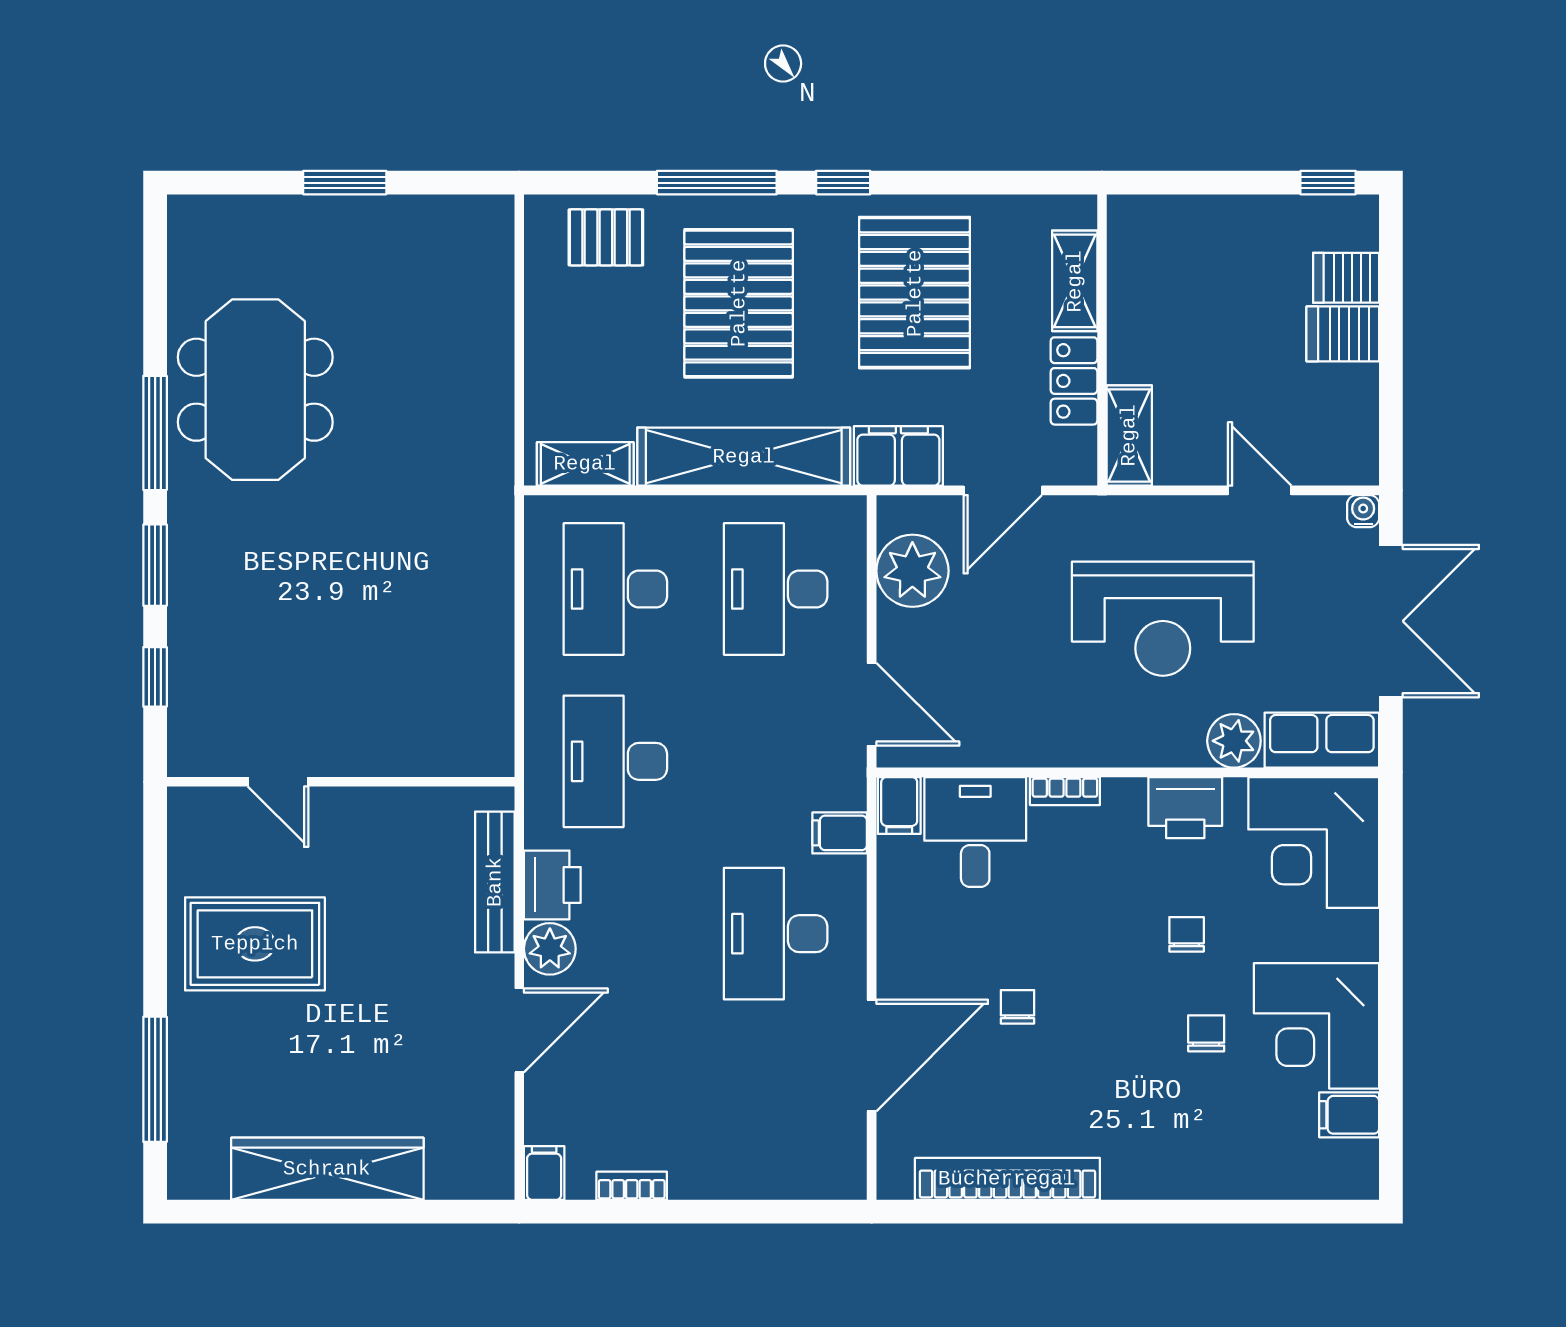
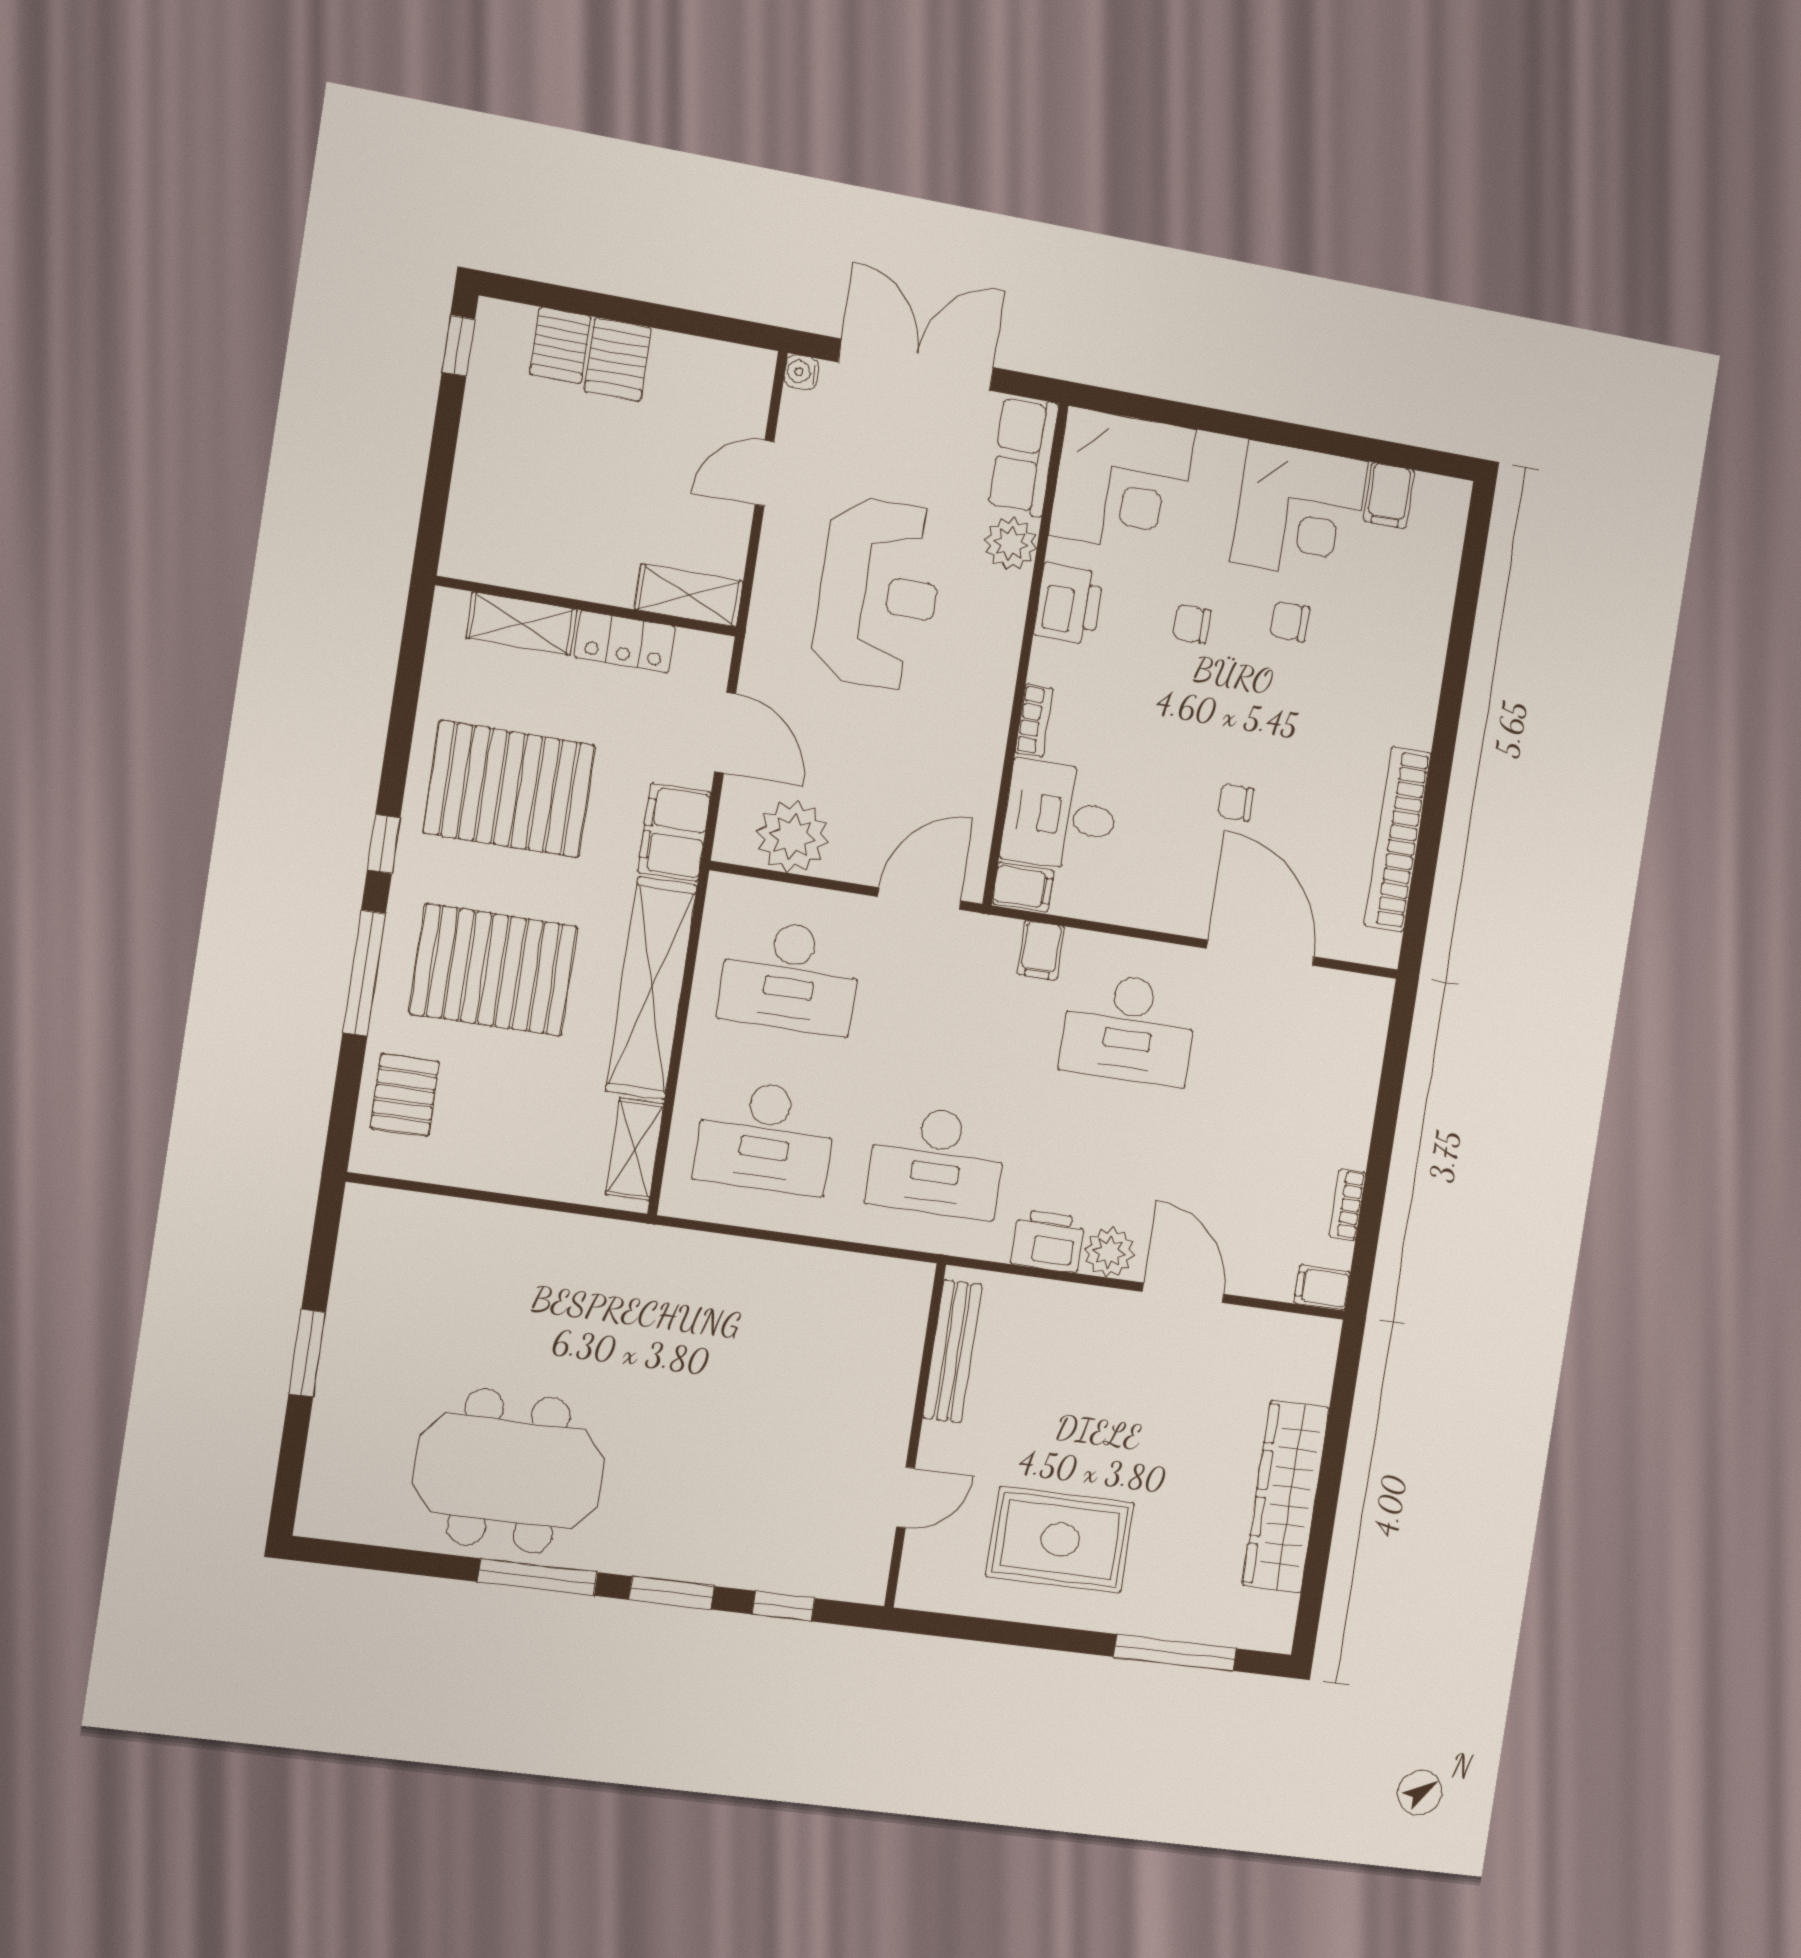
bench: (495, 882) -> (952, 1351), moved, turned 90
rug: (255, 944) -> (1060, 1540), turned 90

